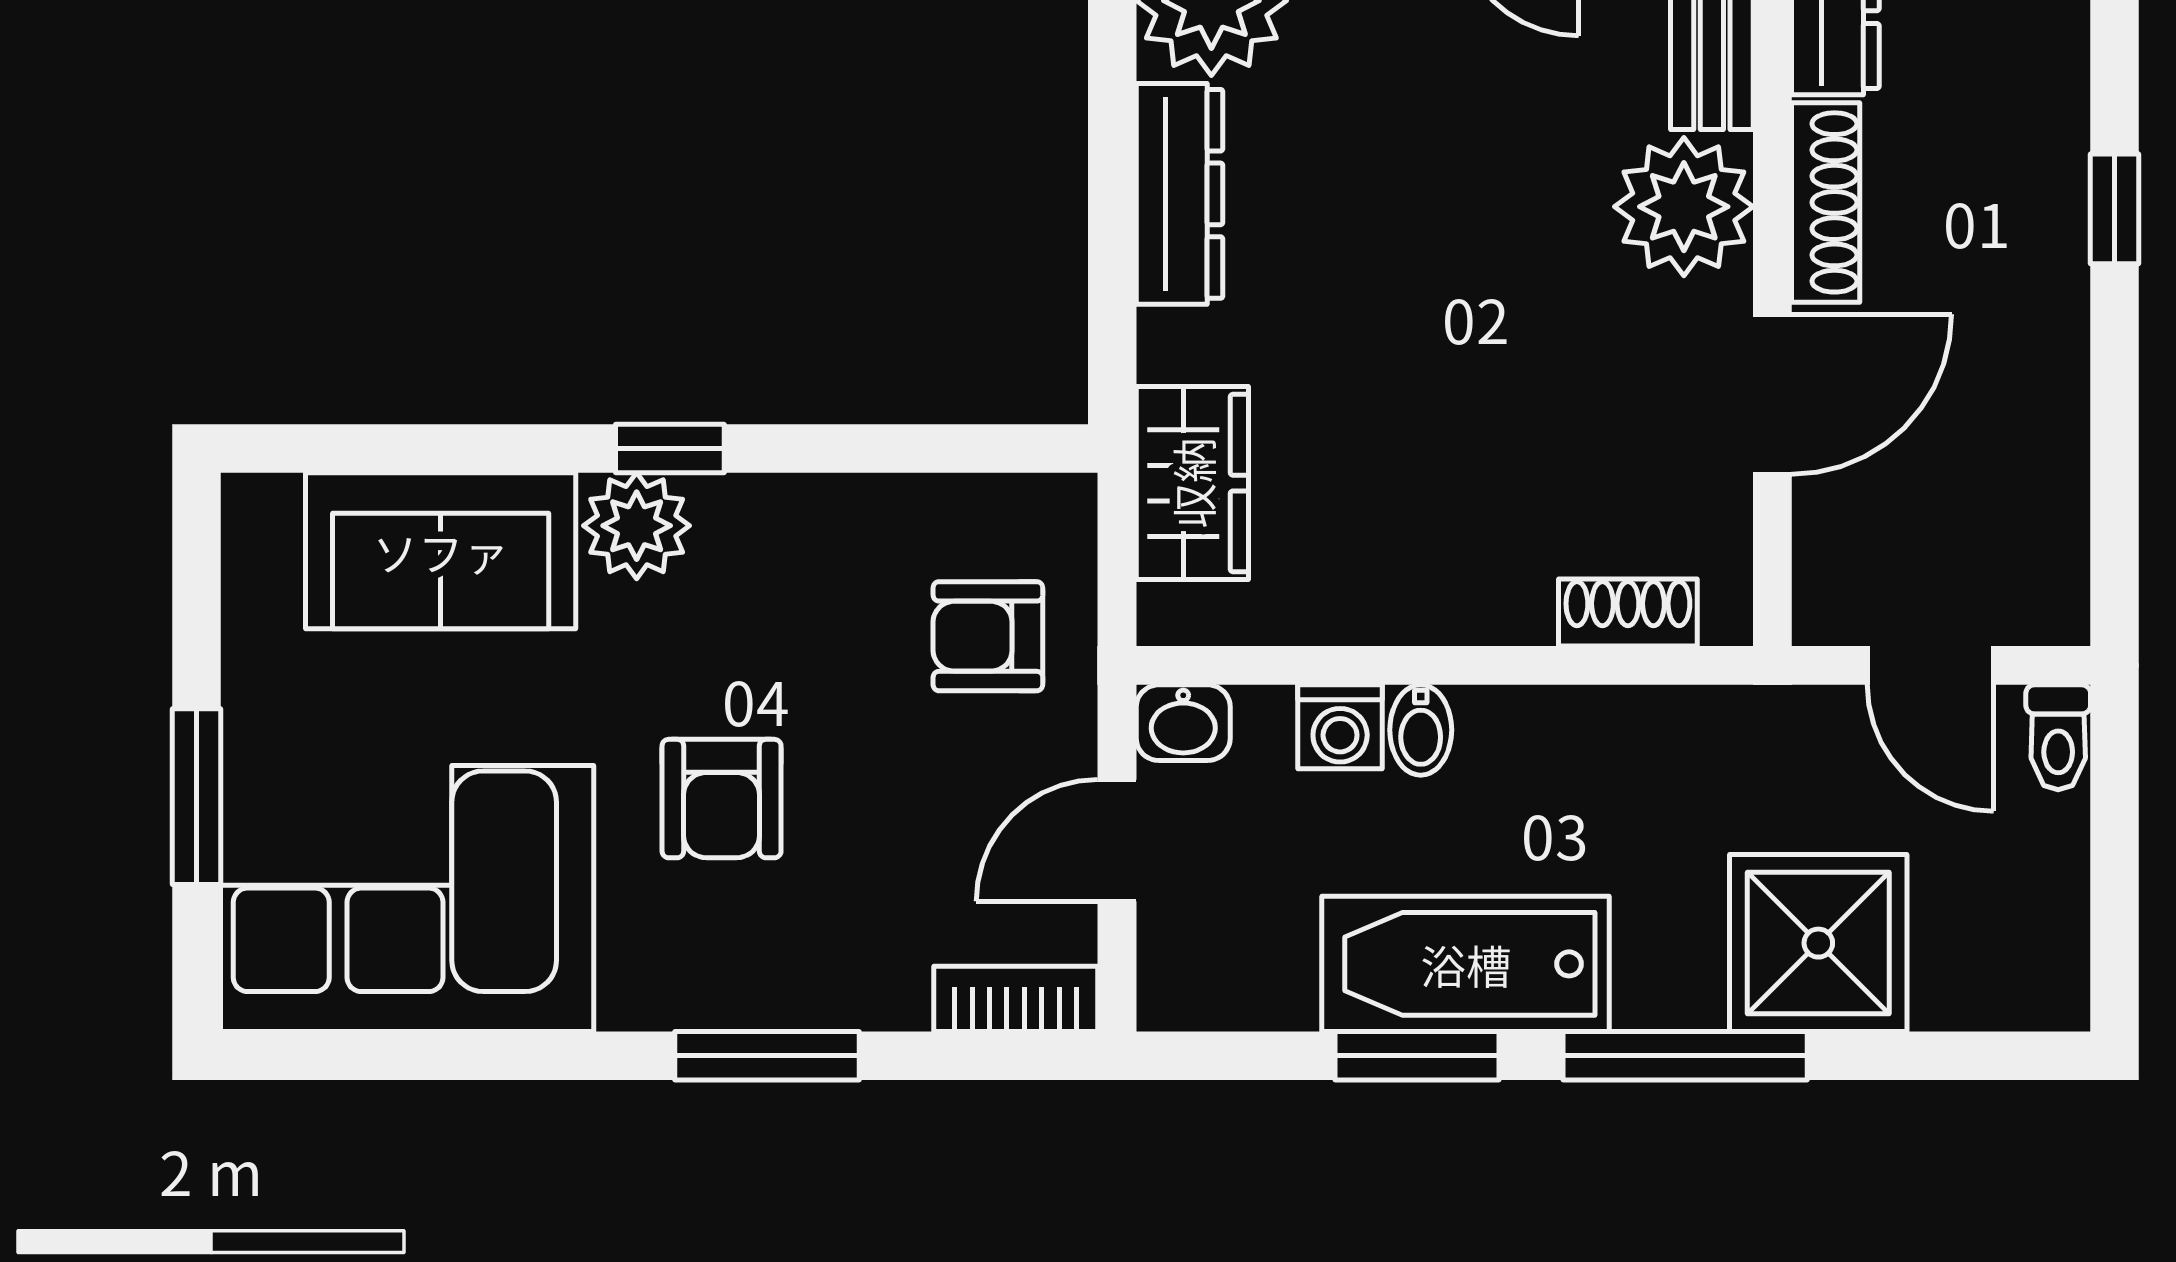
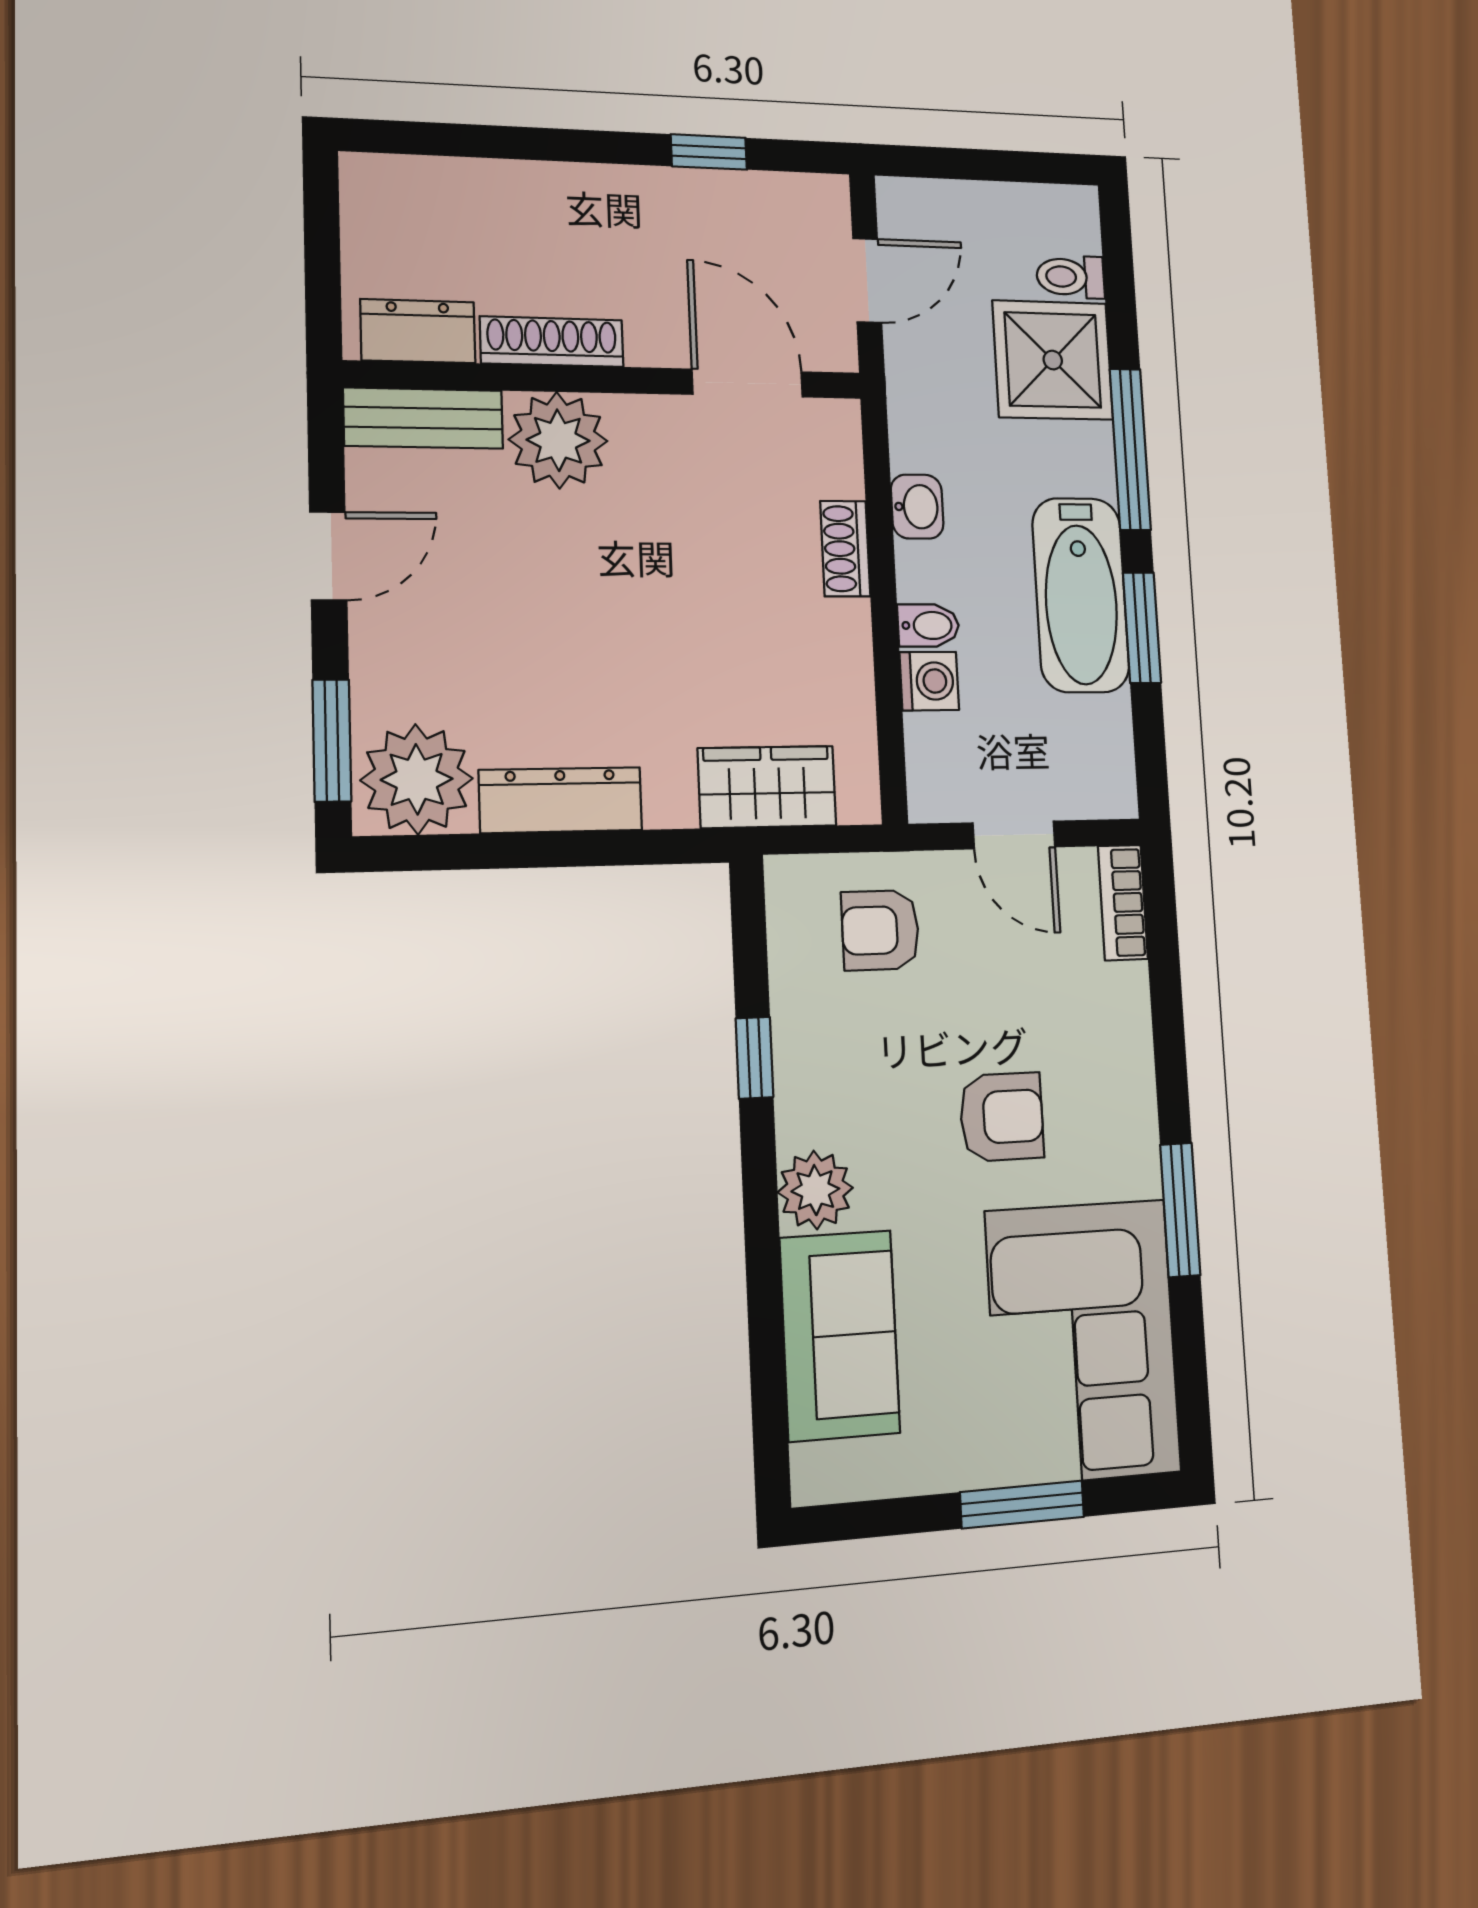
window: (2115, 209) -> (709, 152), moved
door: (1772, 394) -> (747, 383), moved
window: (670, 449) -> (754, 1058), moved
shoe rack: (1628, 612) -> (845, 549), moved
armchair: (988, 636) -> (880, 930), turned 90
washbasin: (1183, 723) -> (917, 507), moved
toilet: (2058, 737) -> (1071, 277), moved, turned 180
window: (767, 1056) -> (1180, 1210), moved

